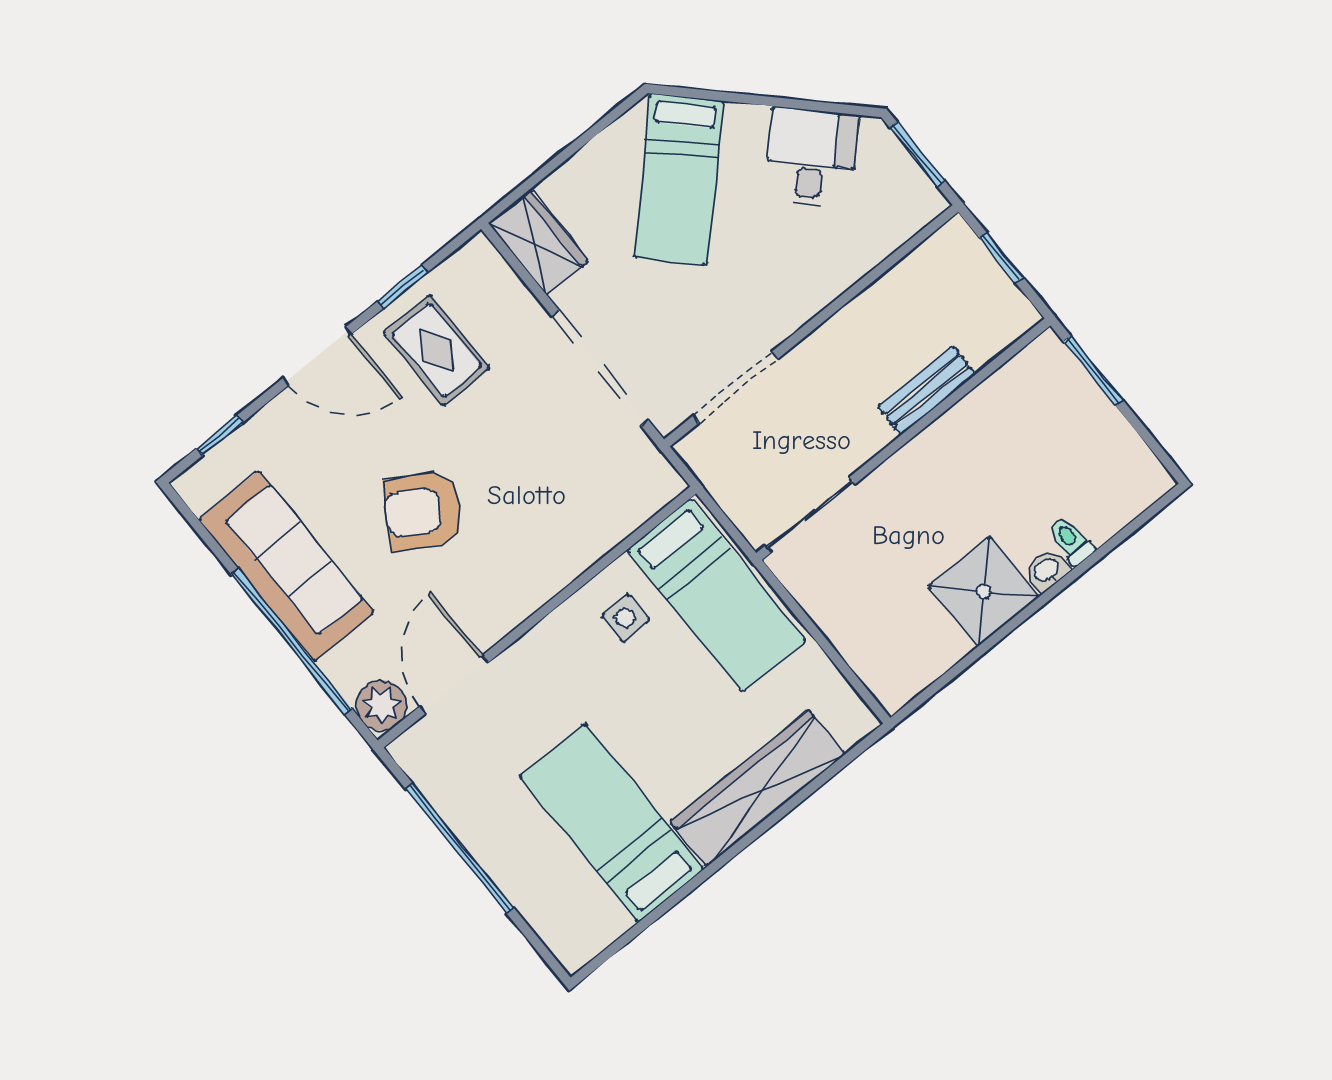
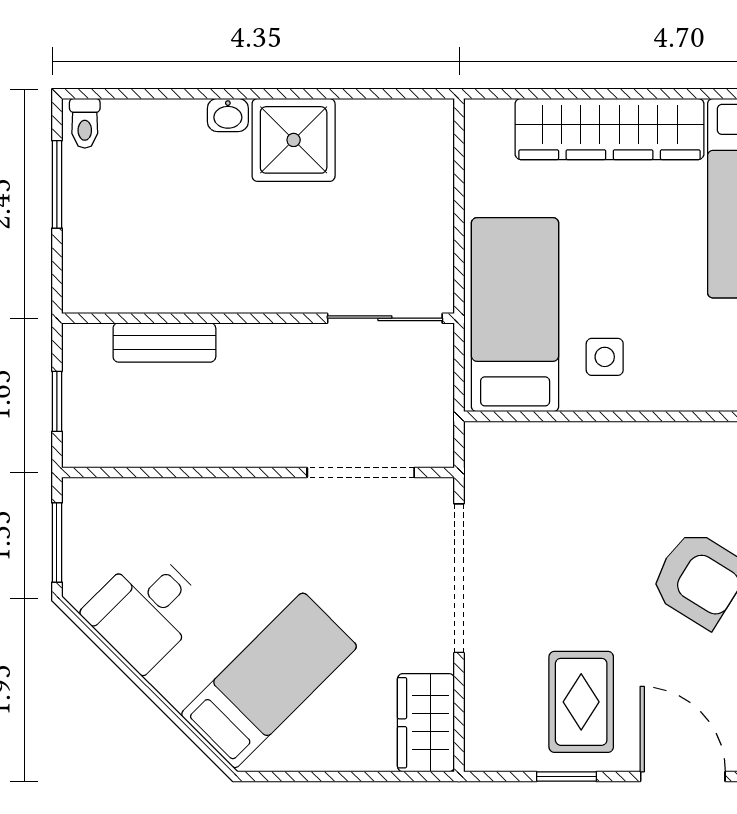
window: (1093, 371) -> (57, 184), moved
bench: (927, 390) -> (164, 342), moved
toilet: (1071, 541) -> (85, 123), moved

